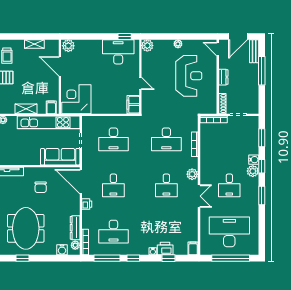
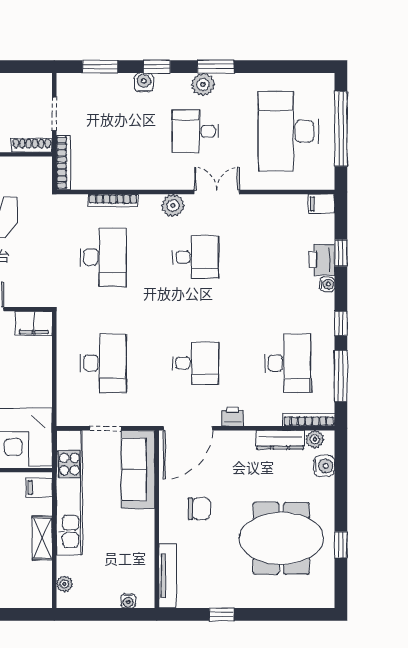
plant: (253, 171) -> (203, 84), moved
desk: (229, 185) -> (195, 131), turned 180

